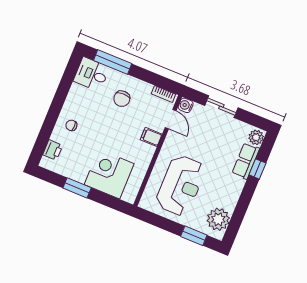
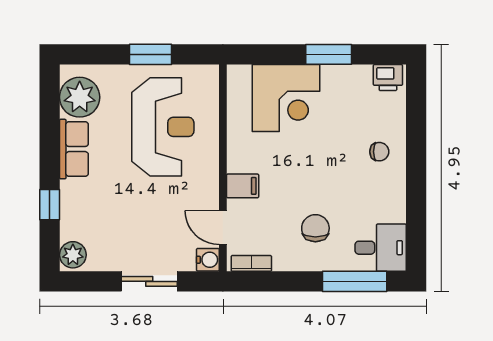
printer: (53, 150) -> (388, 78), moved, turned -90
row of seats: (246, 161) -> (74, 149), moved
reception desk: (181, 186) -> (163, 127), turned 180
window: (194, 236) -> (150, 54), moved

